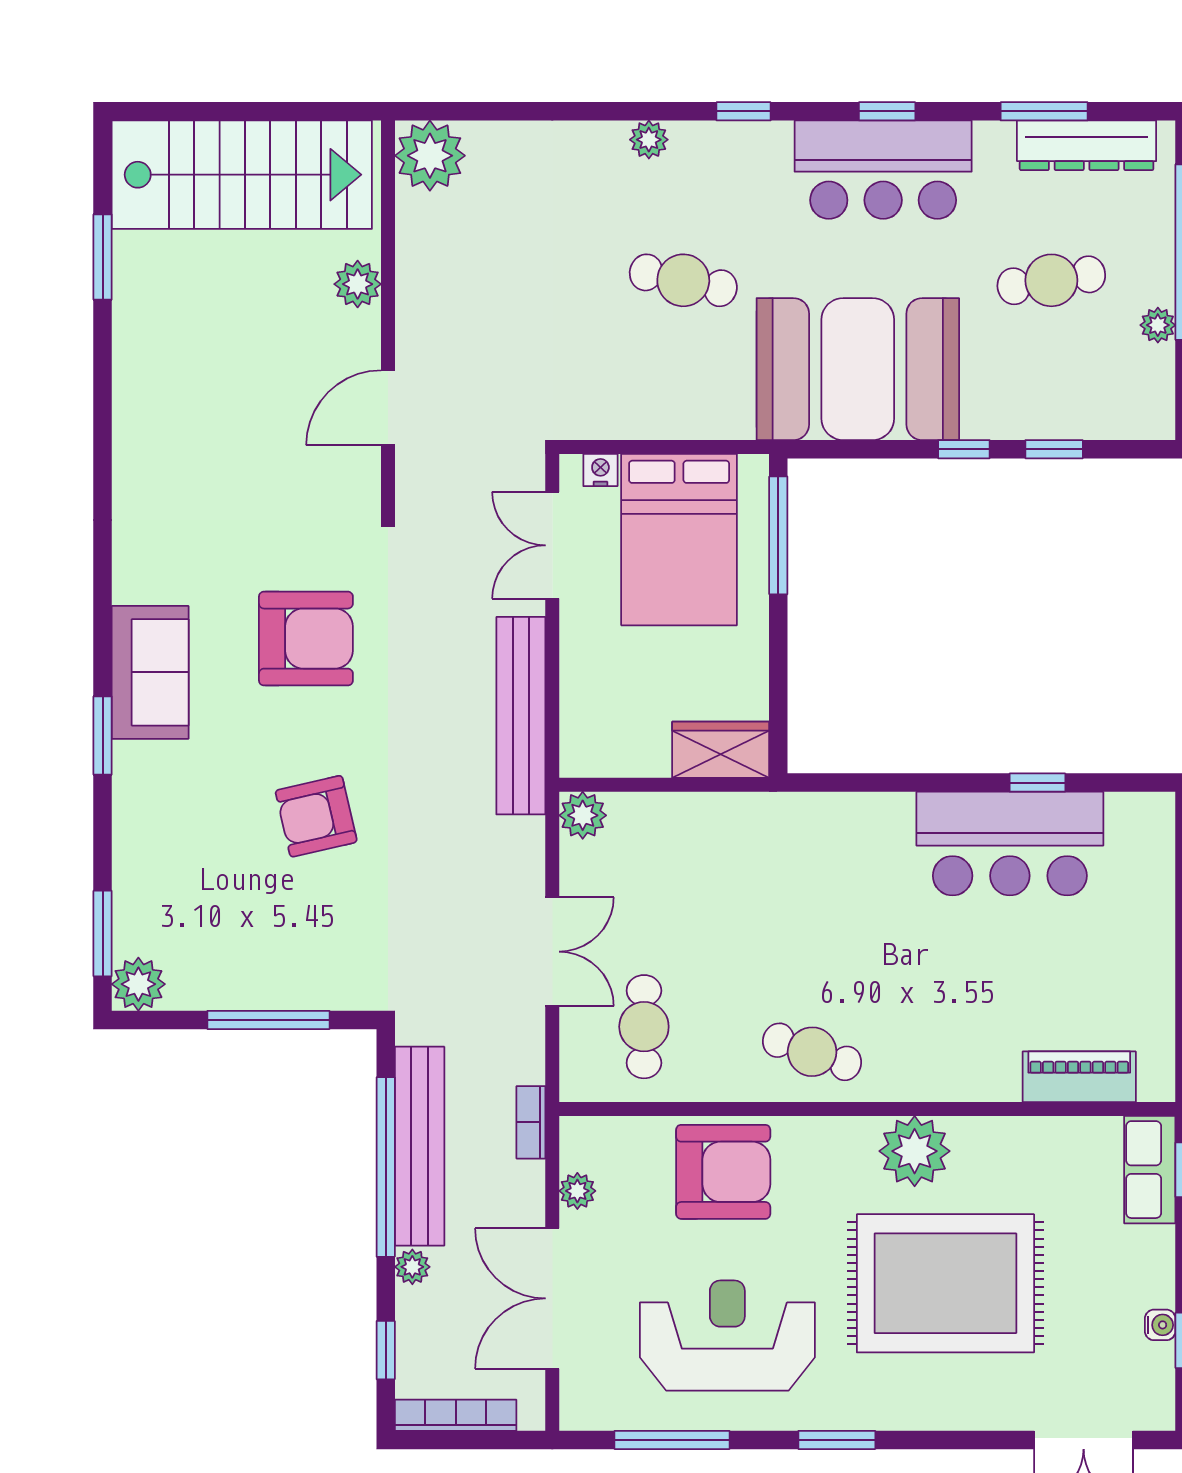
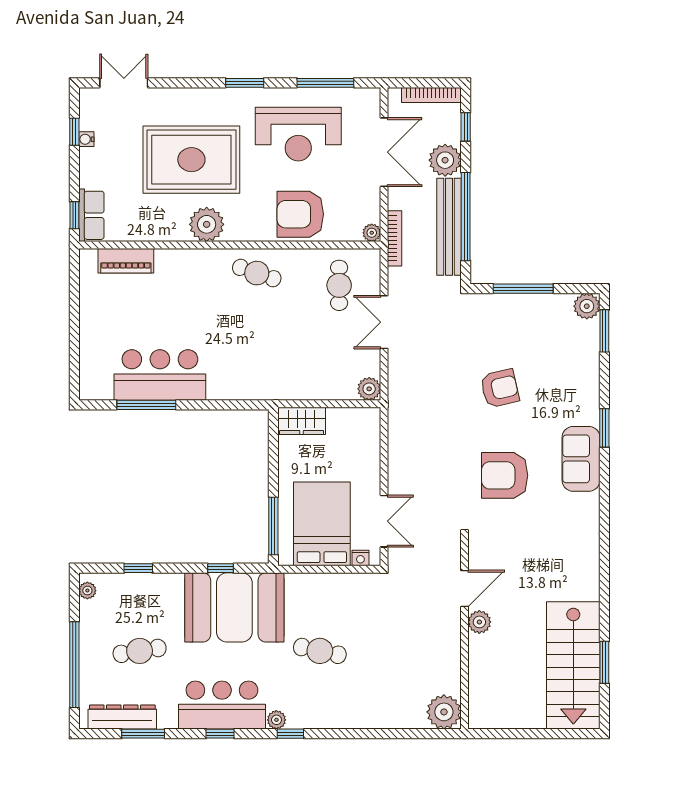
plant: (649, 140) -> (276, 720), moved
stairs: (242, 175) -> (573, 665), moved, turned -90
plant: (358, 284) -> (479, 622), moved
plant: (1158, 325) -> (87, 591), moved
window: (964, 449) -> (221, 568), moved
bench: (521, 716) -> (399, 438), removed
window: (1037, 783) -> (146, 405), width x2.17
bookcase: (531, 1122) -> (394, 238), width x1.56
plant: (577, 1191) -> (372, 233), moved
plant: (412, 1267) -> (445, 160), width x1.88, depth x1.88

